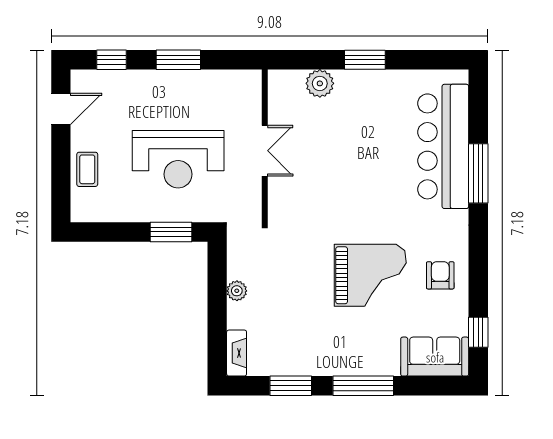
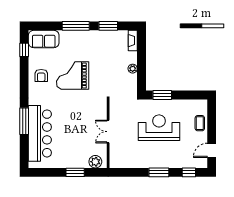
wall: (265, 146) -> (108, 134), moved
double door: (265, 151) -> (108, 132), moved

